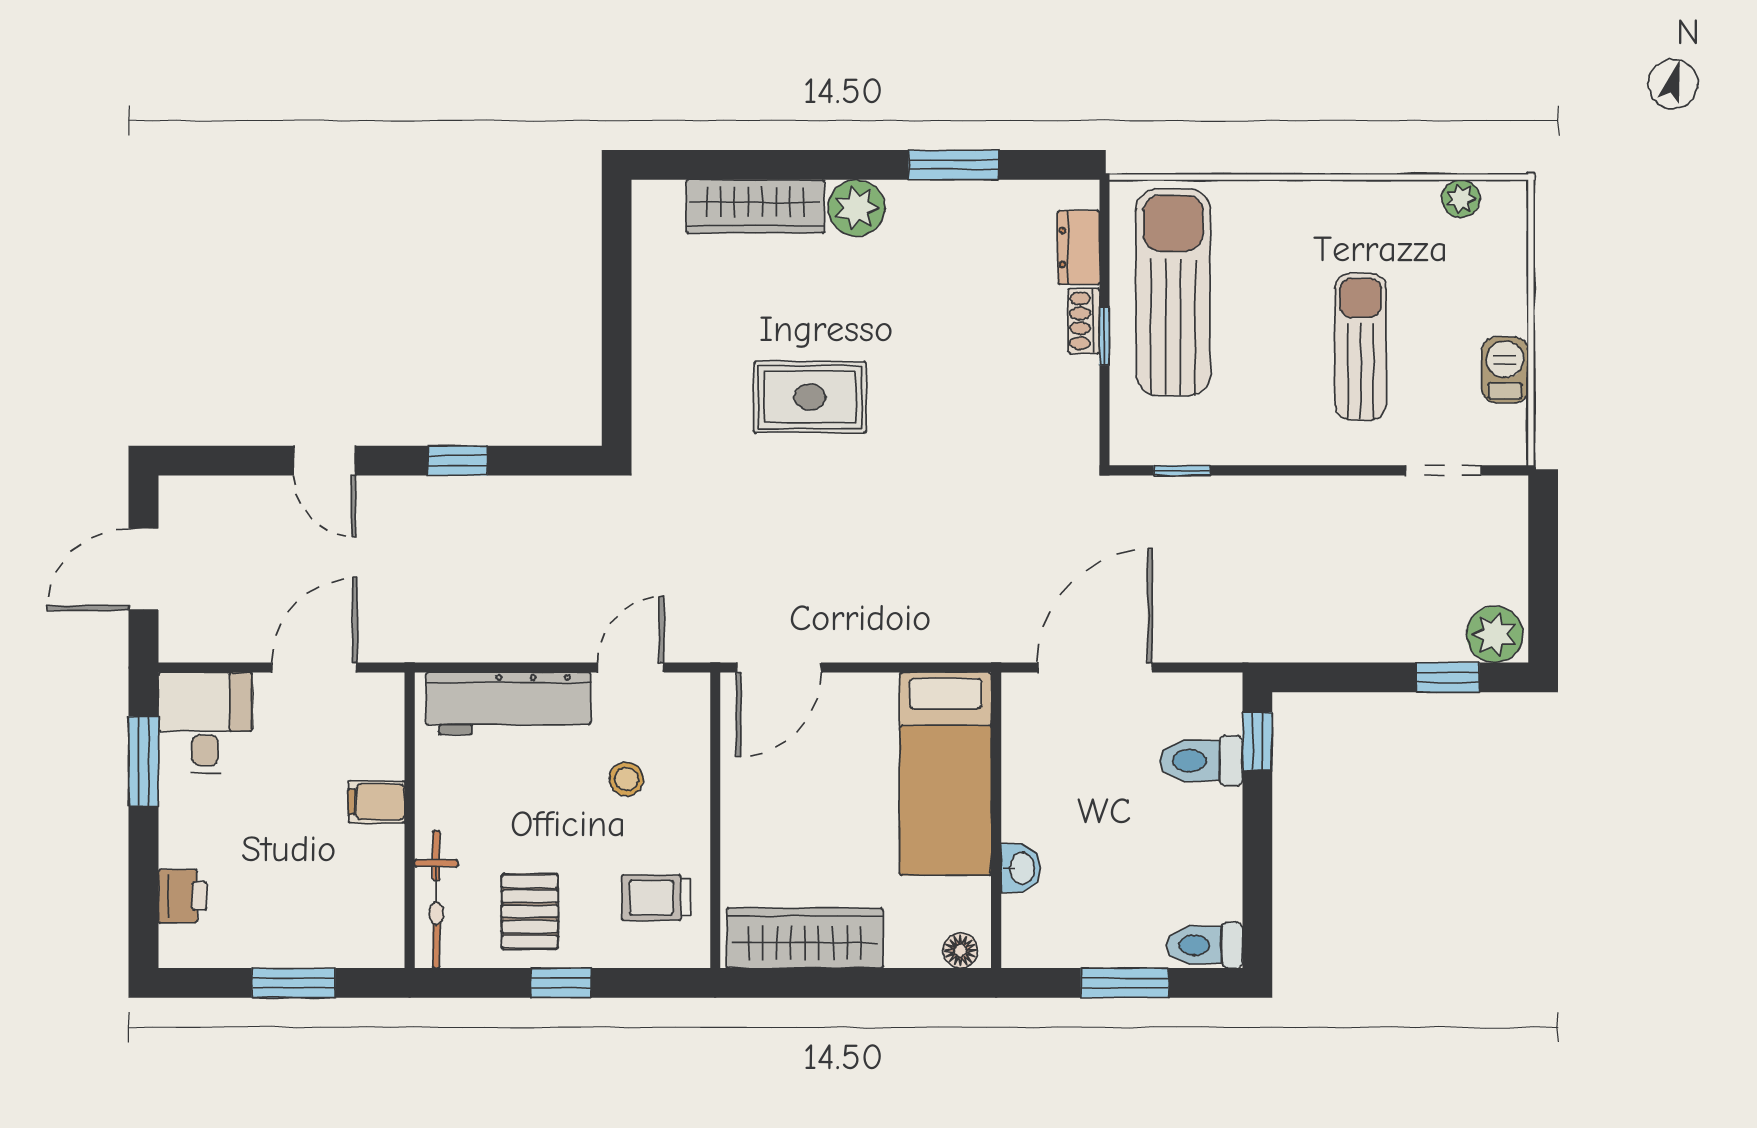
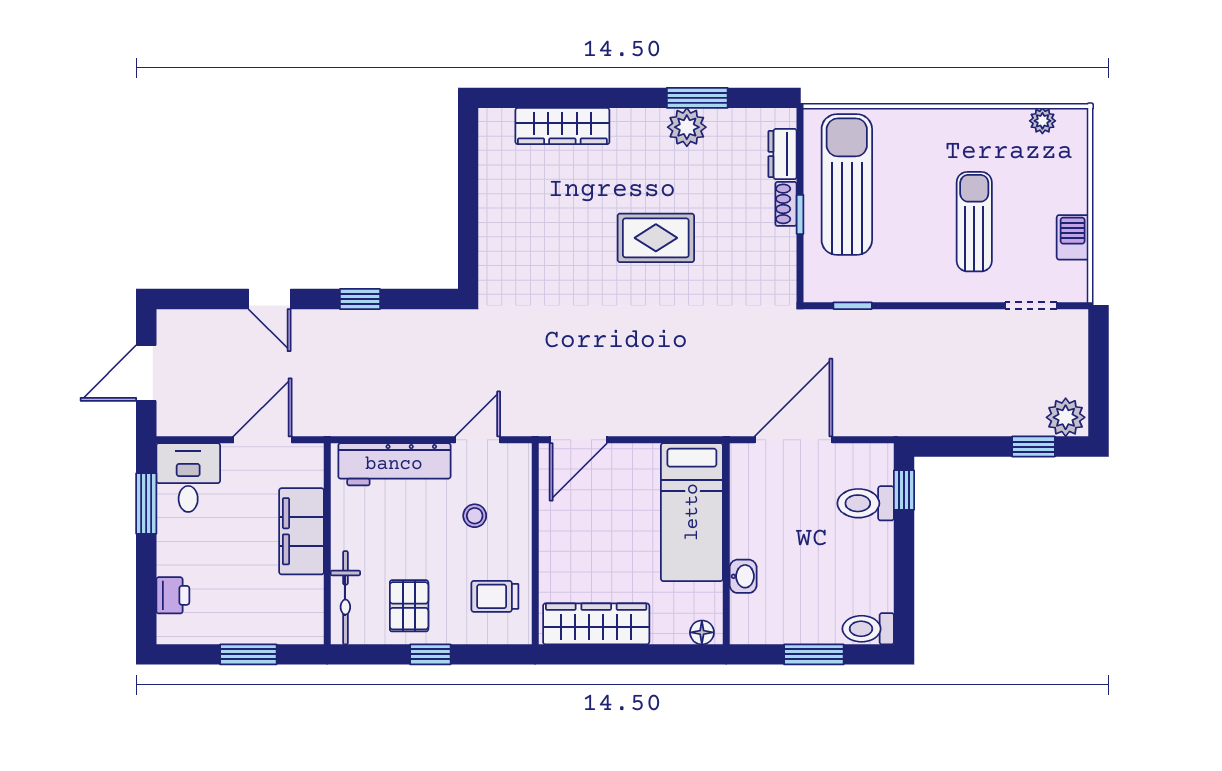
plant: (857, 208) -> (687, 127), moved
rug: (810, 397) -> (656, 238), moved
filing cabinet: (377, 802) -> (302, 531), width x3.00, depth x1.17

